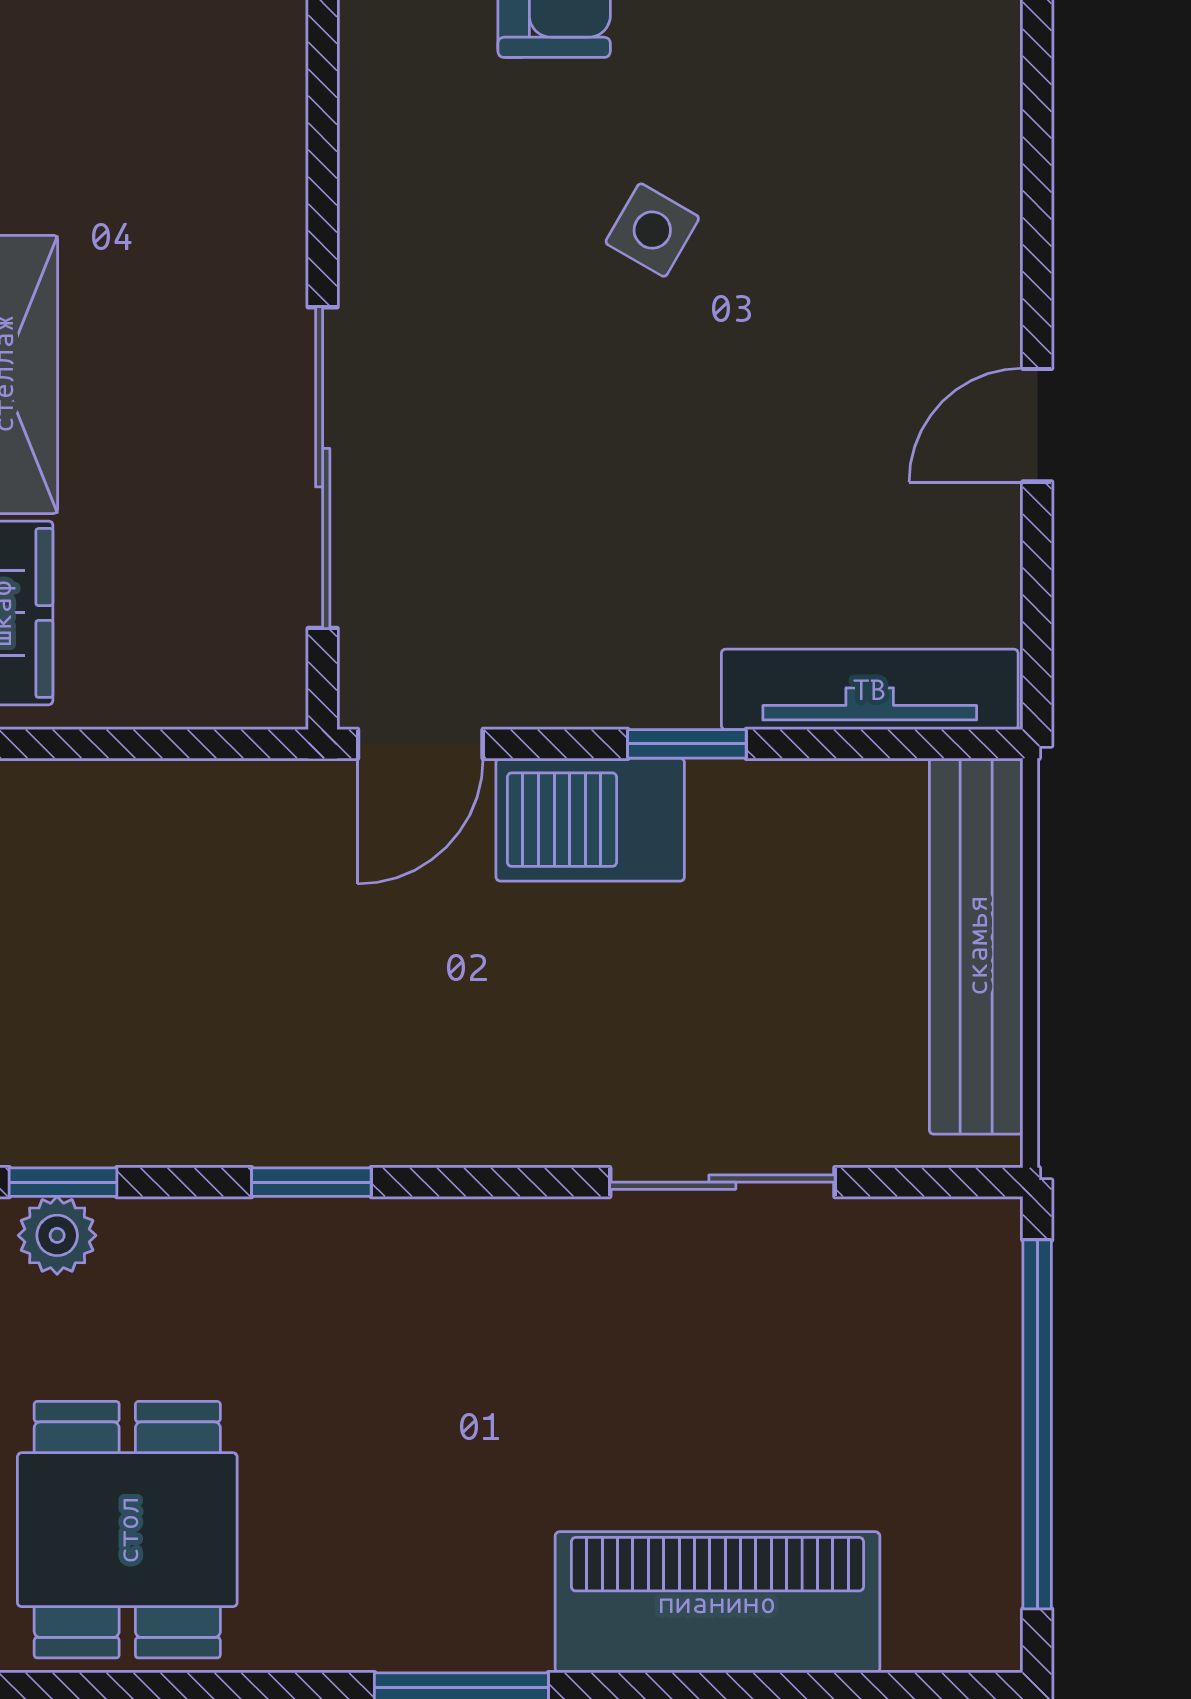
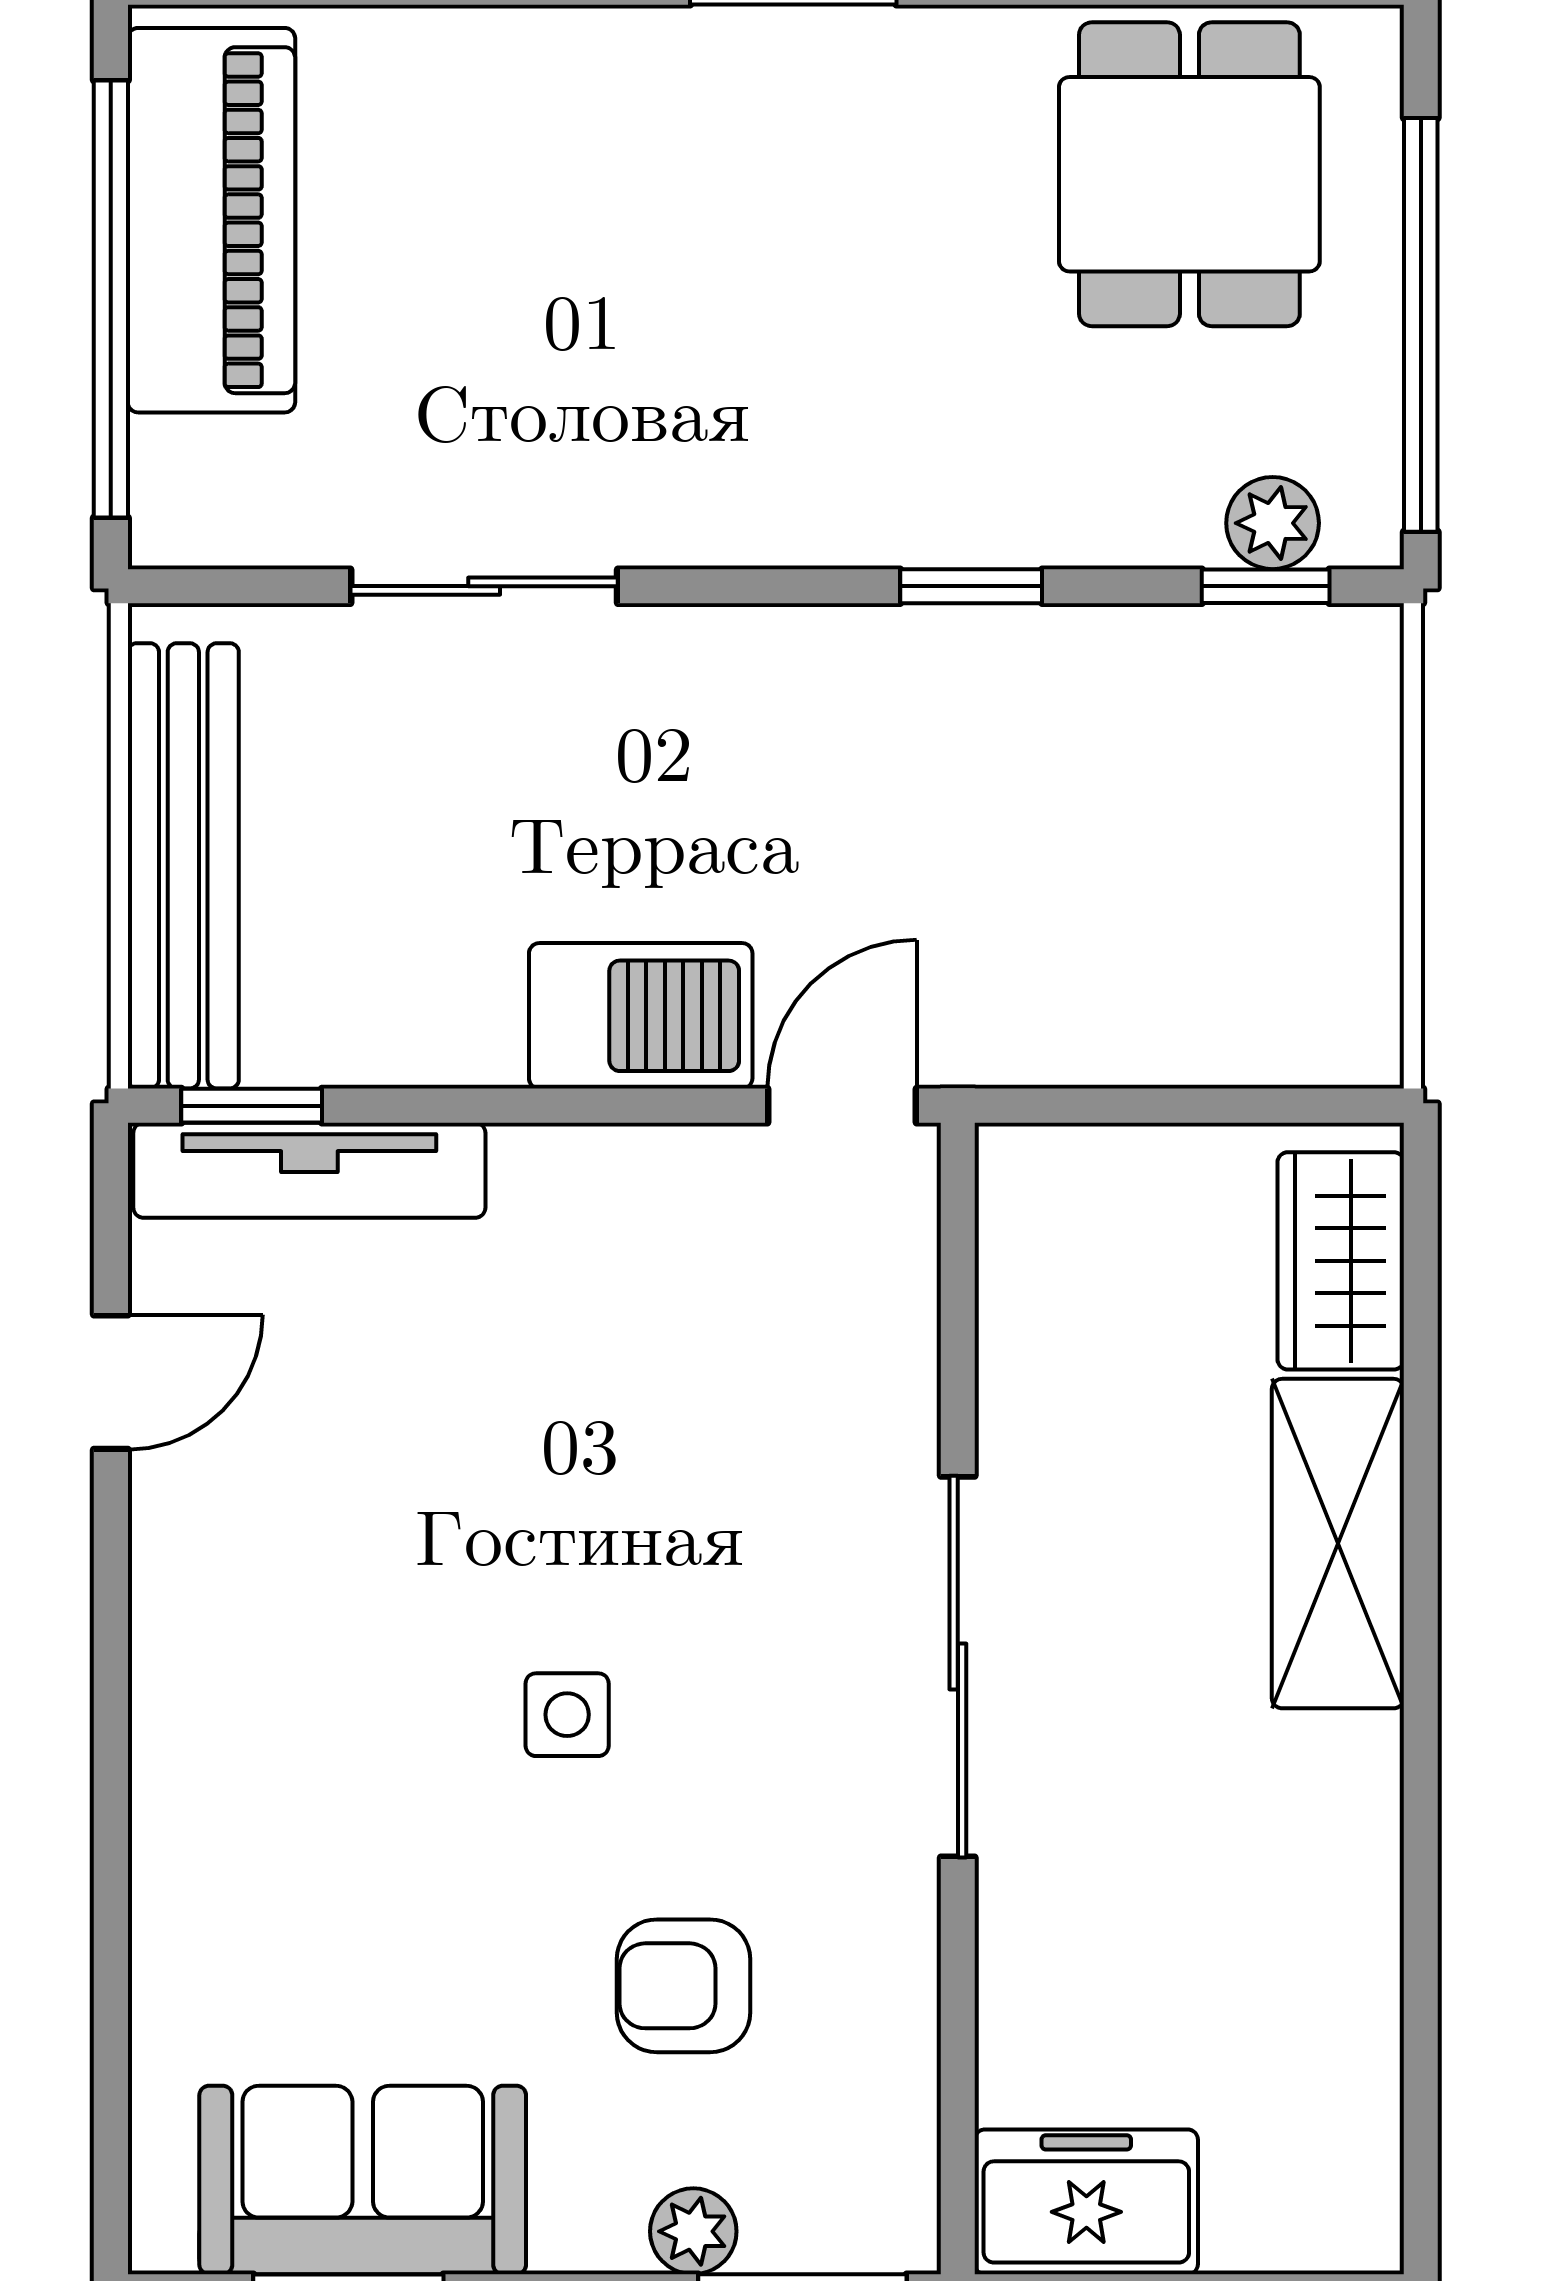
side table: (652, 230) -> (567, 1715), turned -30
door: (1037, 425) -> (111, 1382), moved
sliding door: (323, 468) -> (958, 1667), moved
window: (687, 744) -> (252, 1106), moved
piano: (717, 1602) -> (211, 220), moved, turned -90

